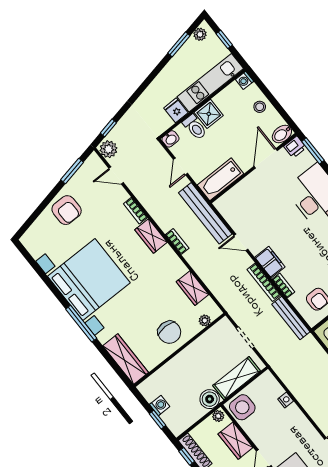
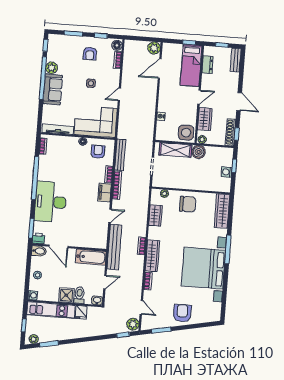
door: (266, 158) -> (58, 246), hinge flipped
wardrobe: (151, 236) -> (152, 256), width x1.50
door: (241, 242) -> (110, 216), hinge flipped
chair: (169, 332) -> (188, 204), turned 90

